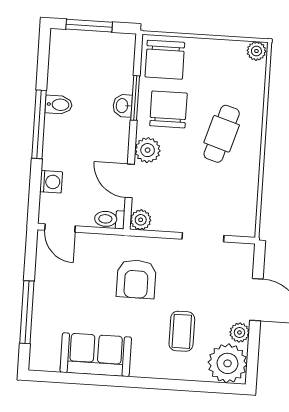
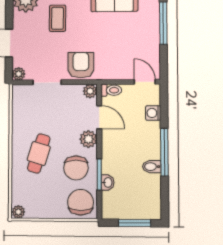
washbasin: (123, 106) -> (108, 182), moved
armchair: (136, 279) -> (81, 65), moved
plant: (239, 333) -> (19, 74), moved

